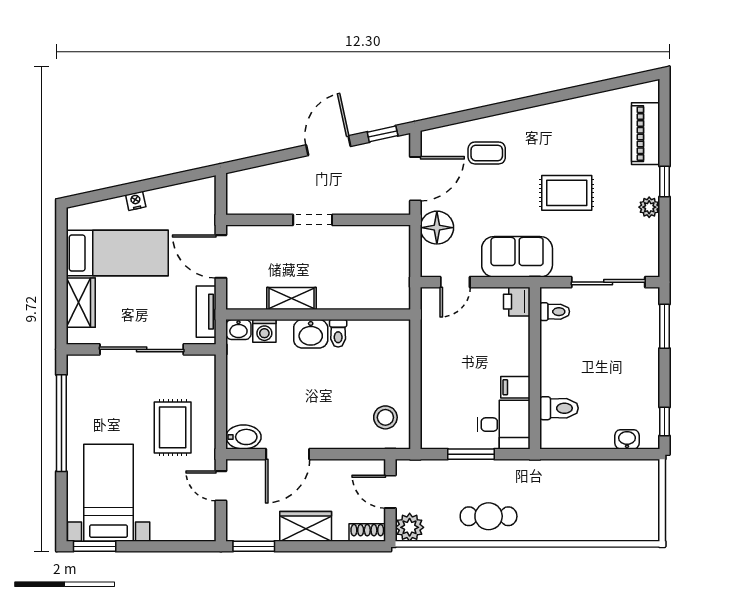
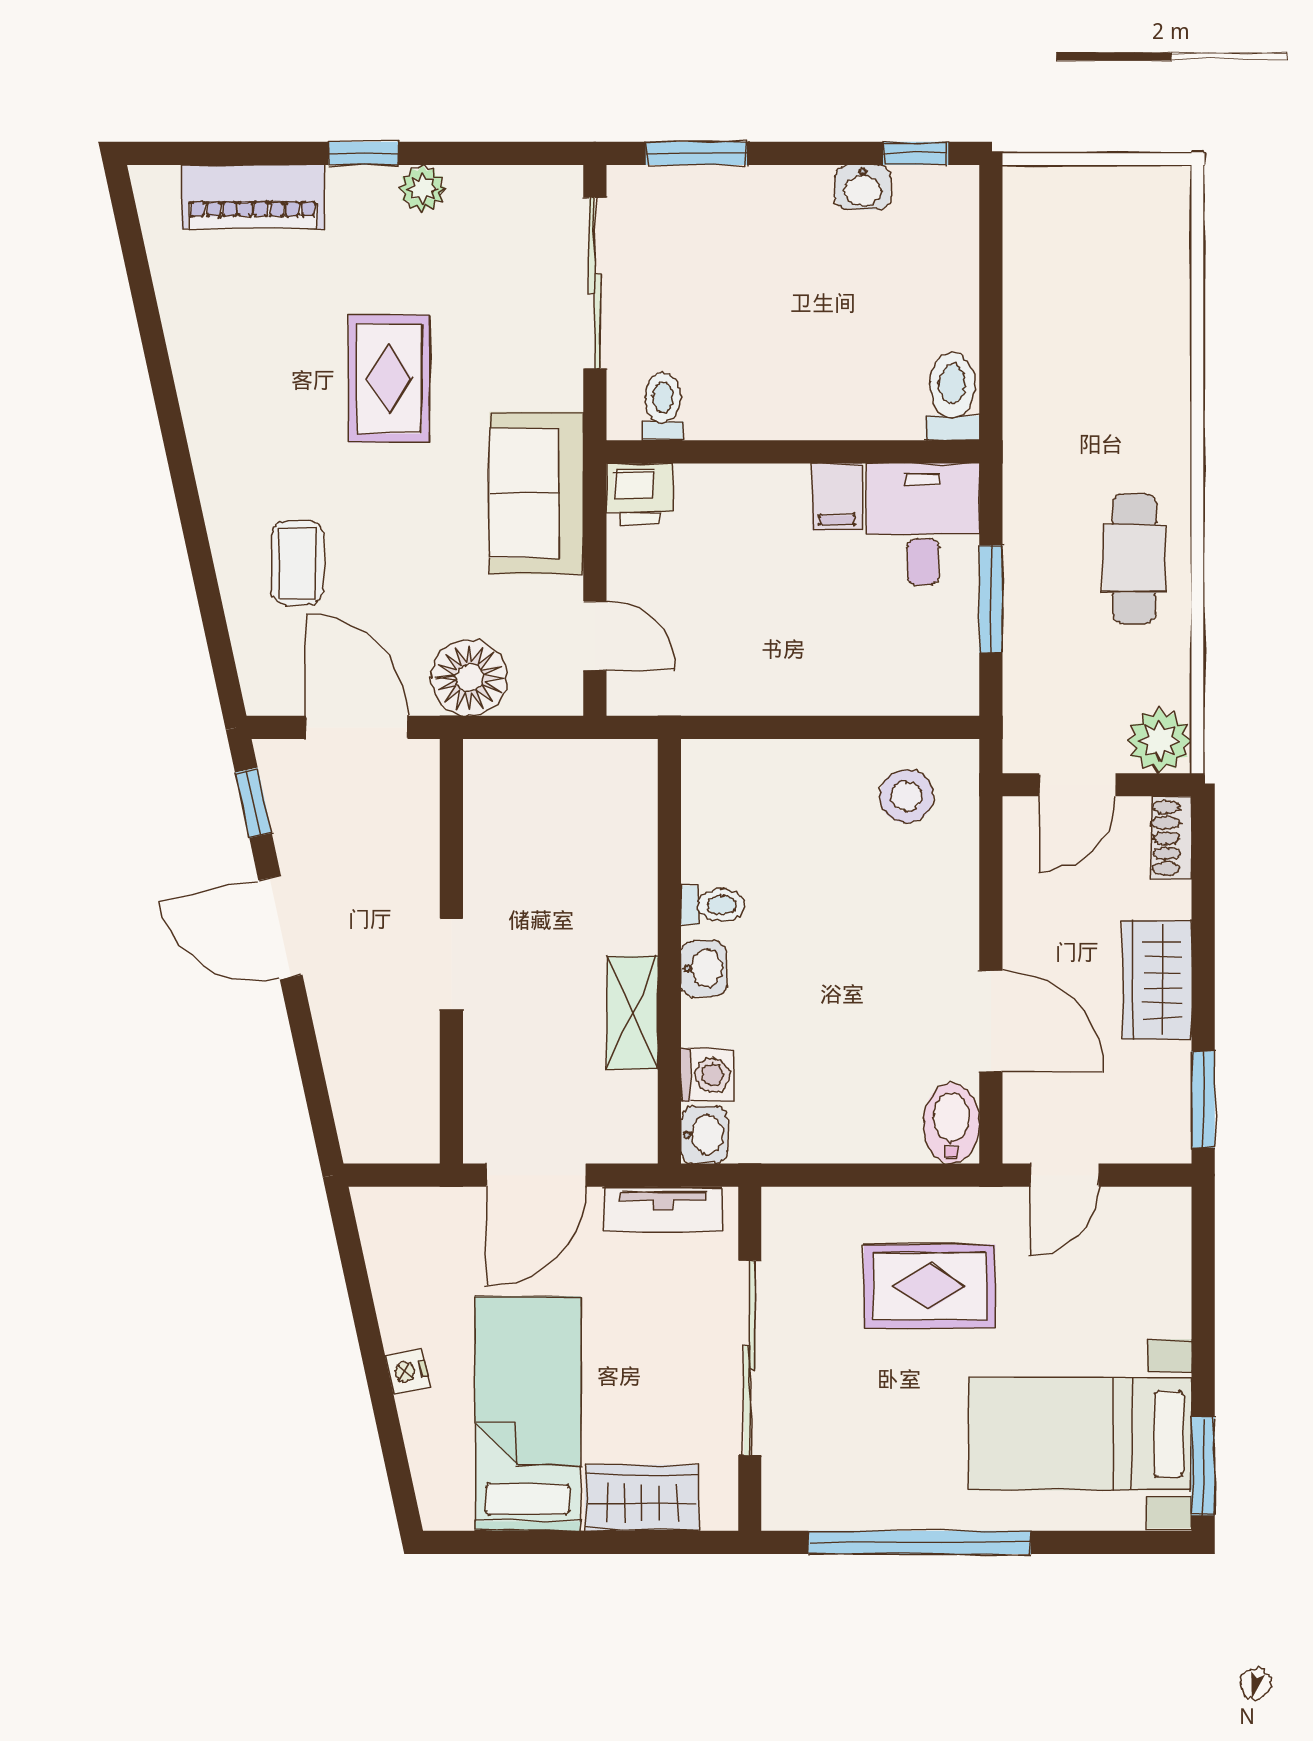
washbasin: (311, 334) -> (704, 968), width x0.72, depth x0.69
toilet: (559, 408) -> (953, 396), moved
washbasin: (627, 439) -> (863, 187), moved, turned -90

